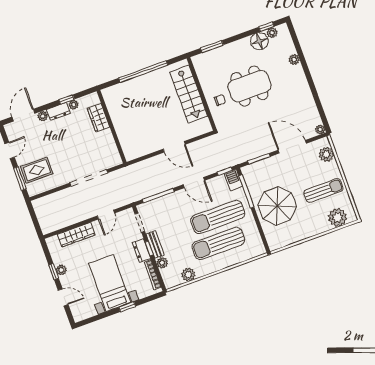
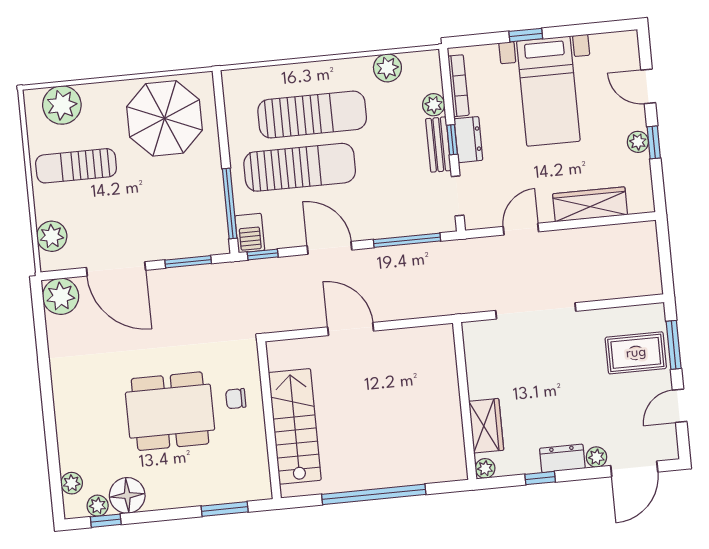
plant: (294, 60) -> (72, 483), moved
plant: (74, 105) -> (485, 468), moved
plant: (320, 130) -> (61, 296), width x1.88, depth x1.88
parasol: (277, 206) -> (164, 118), moved

